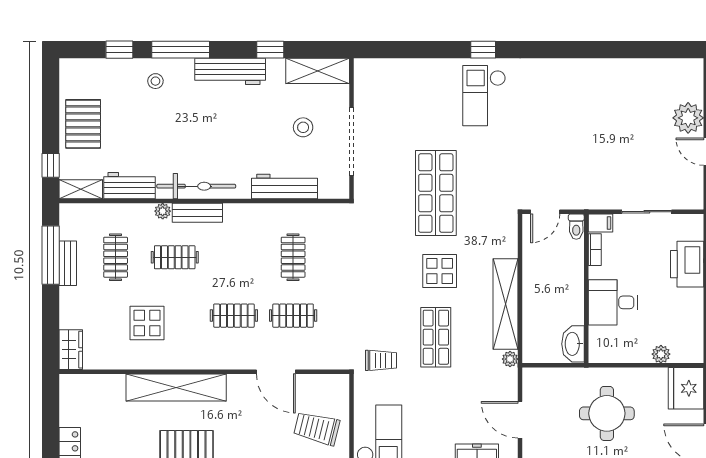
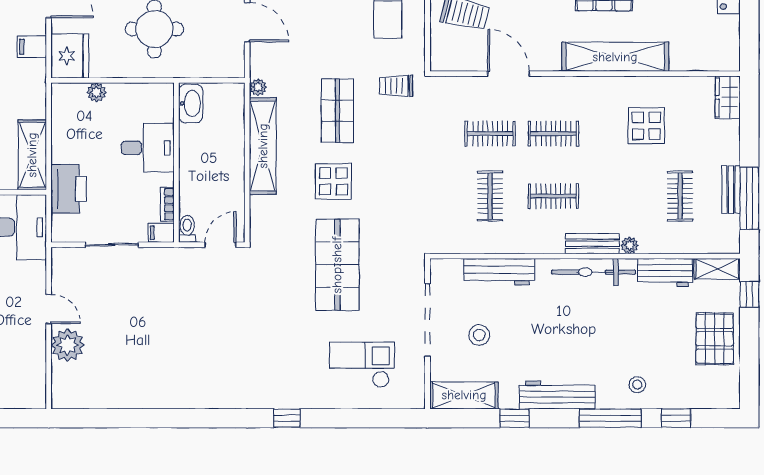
checkout: (484, 96) -> (362, 365), moved, turned -90
clothes rail: (175, 257) -> (553, 196), moved

